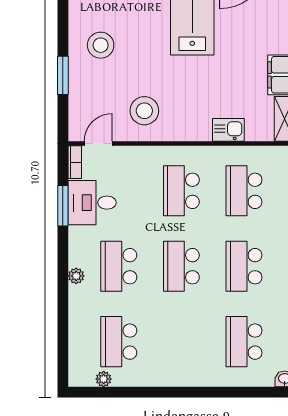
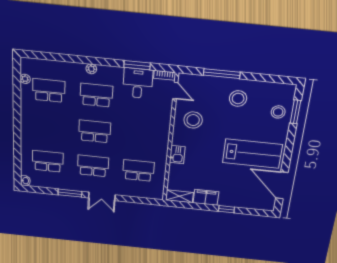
window: (63, 75) -> (222, 74), width x1.44
kitchen sink: (228, 130) -> (177, 155), moved
school desk: (181, 191) -> (141, 136), removed

